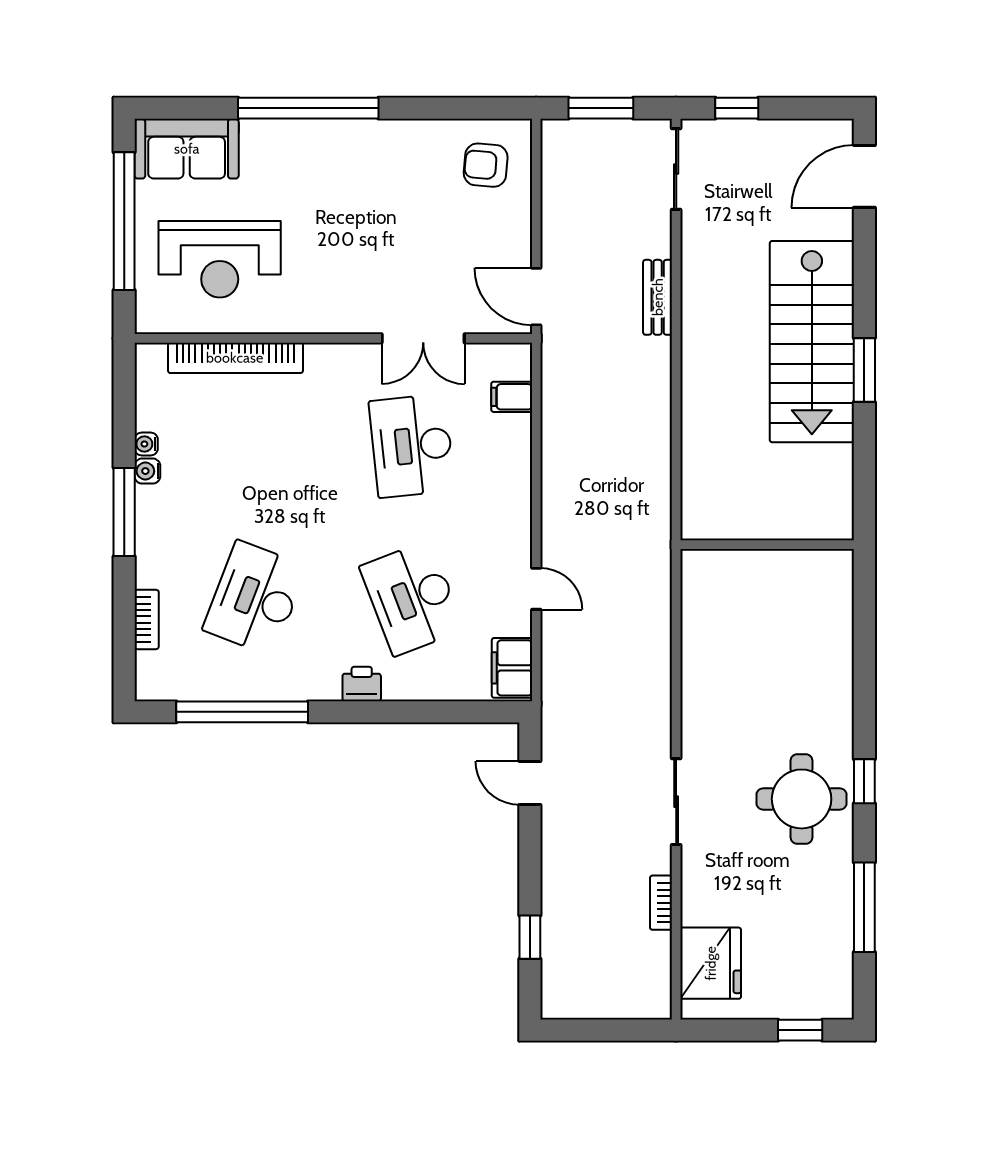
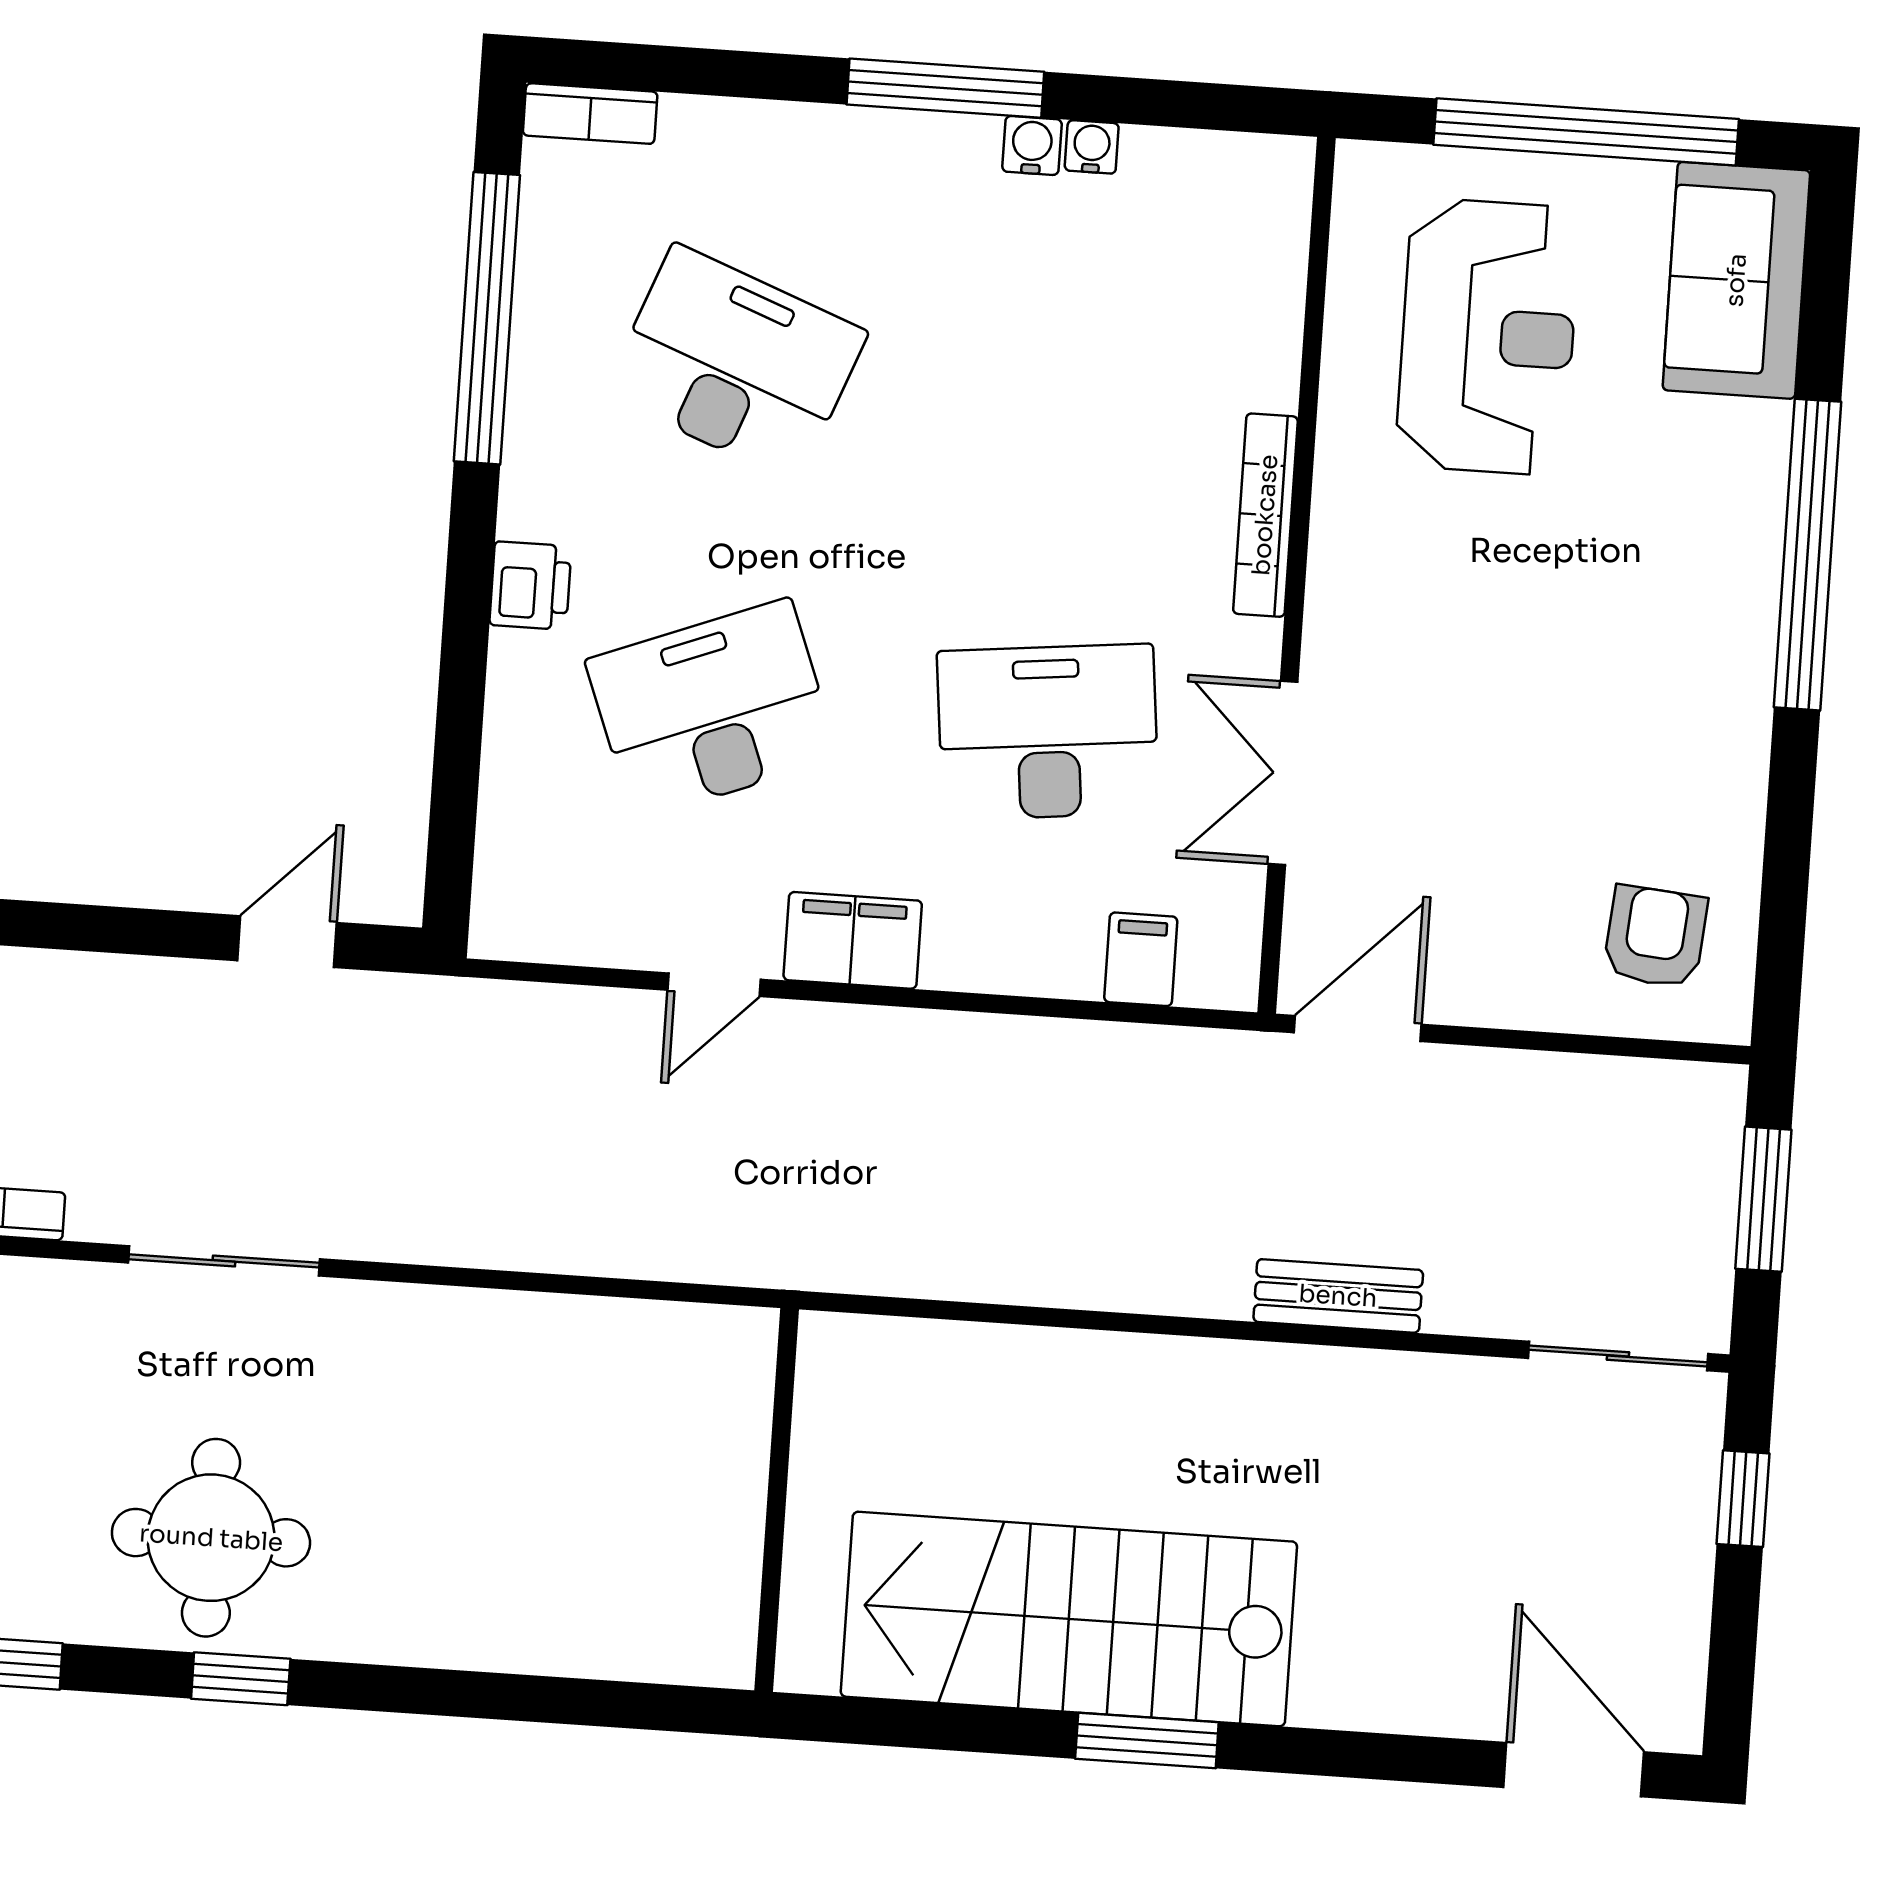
reception desk: (220, 259) -> (1488, 337), turned 180
stairs: (812, 342) -> (1069, 1619), moved
bookcase: (235, 358) -> (1265, 515), moved, width x0.68, depth x0.76
bookcase: (147, 619) -> (590, 114), moved
filing cabinet: (512, 668) -> (853, 940), moved

